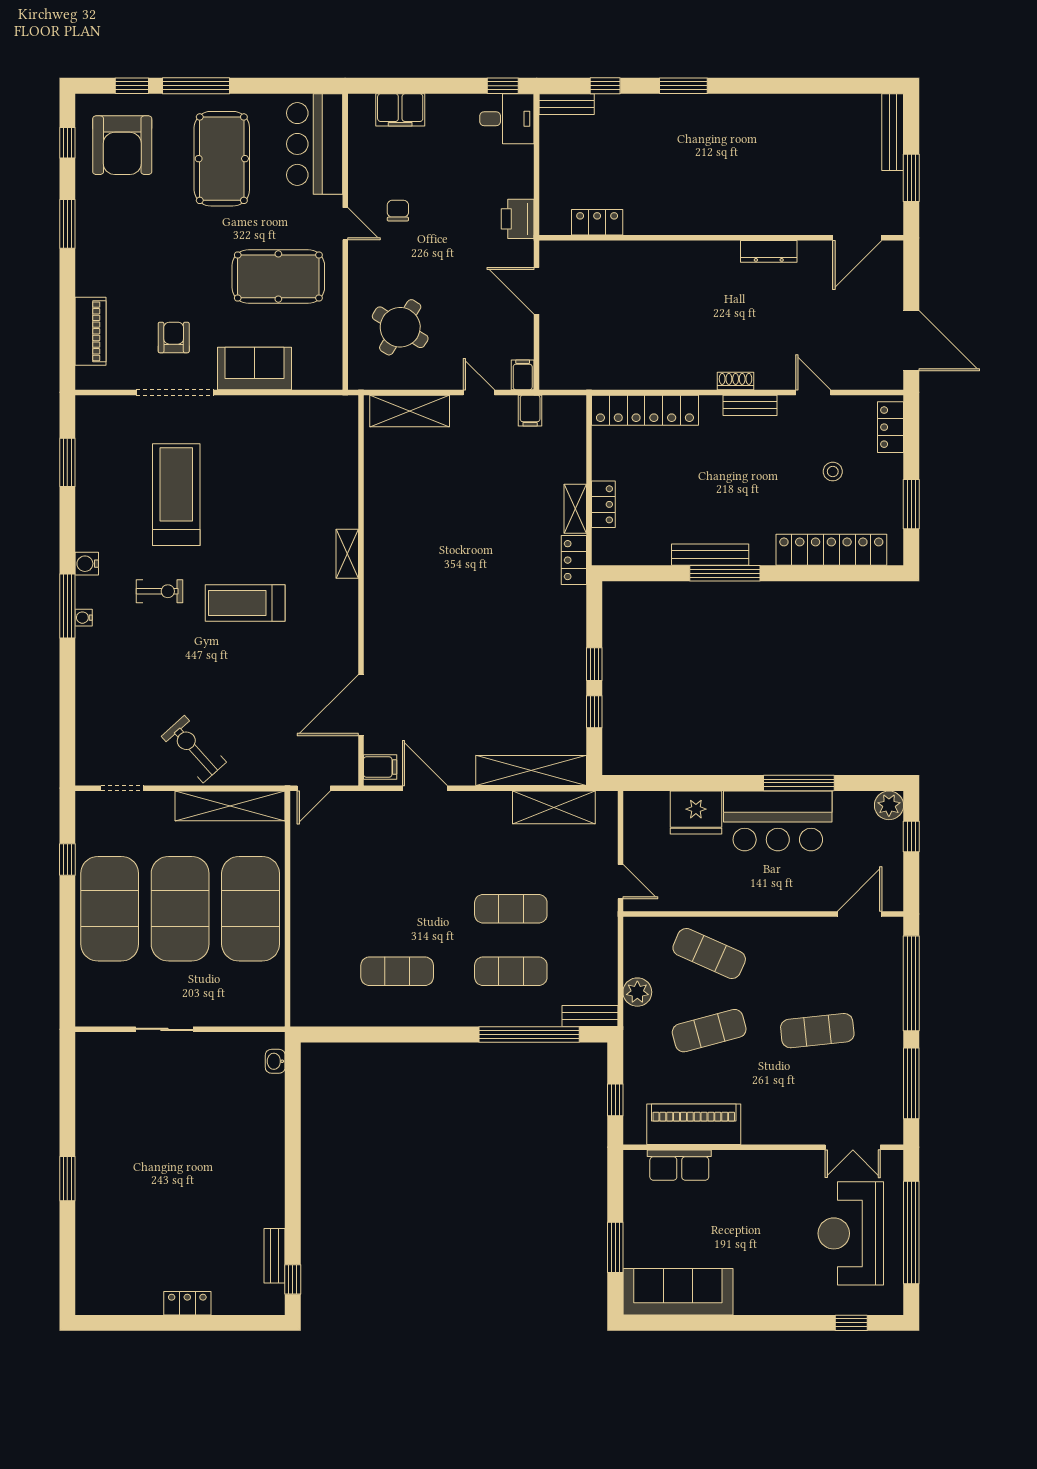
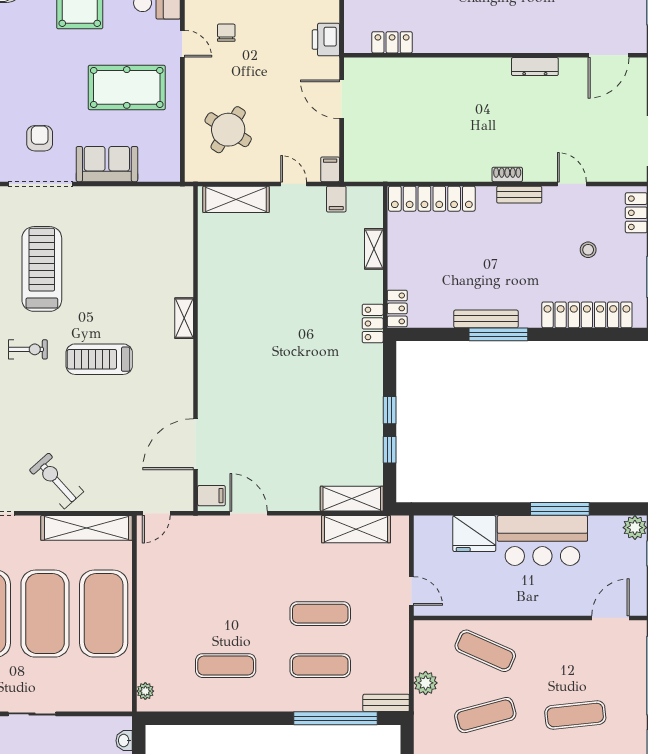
locker: (603, 504) -> (397, 308), moved
shelving: (575, 509) -> (374, 249), moved
shelving: (531, 771) -> (352, 499), width x0.68
plant: (301, 1002) -> (145, 691), added

